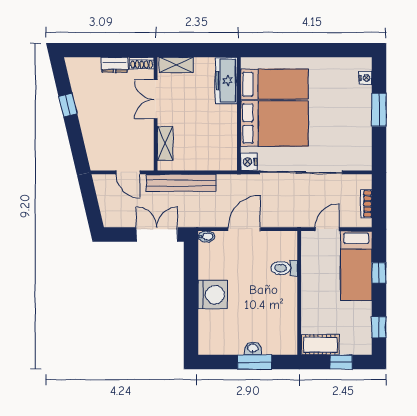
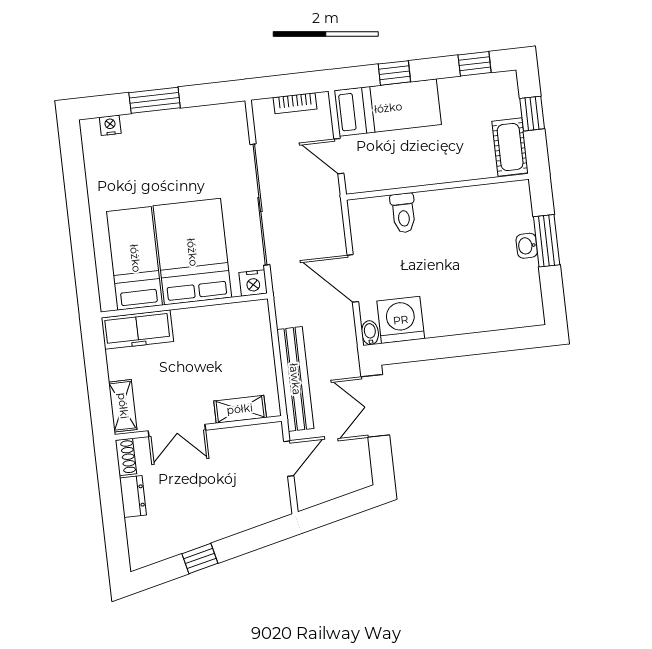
washing machine: (213, 295) -> (401, 320), moved

